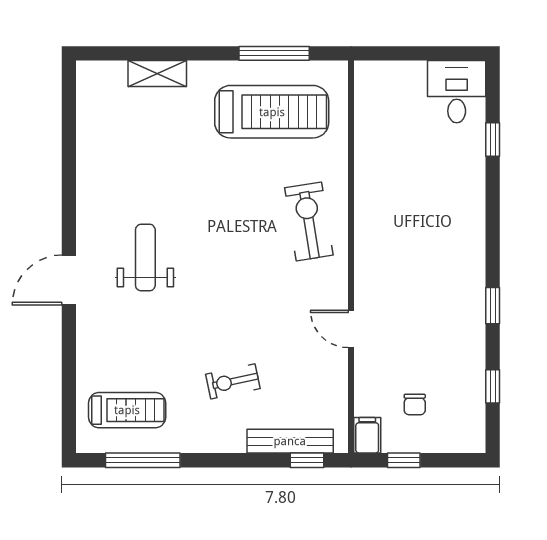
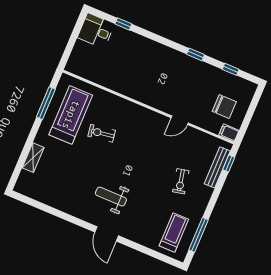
exercise bike: (309, 221) -> (102, 133), moved, width x0.73, depth x0.72
chair: (415, 405) -> (224, 107), width x1.87, depth x1.87
window: (404, 460) -> (246, 121), removed

